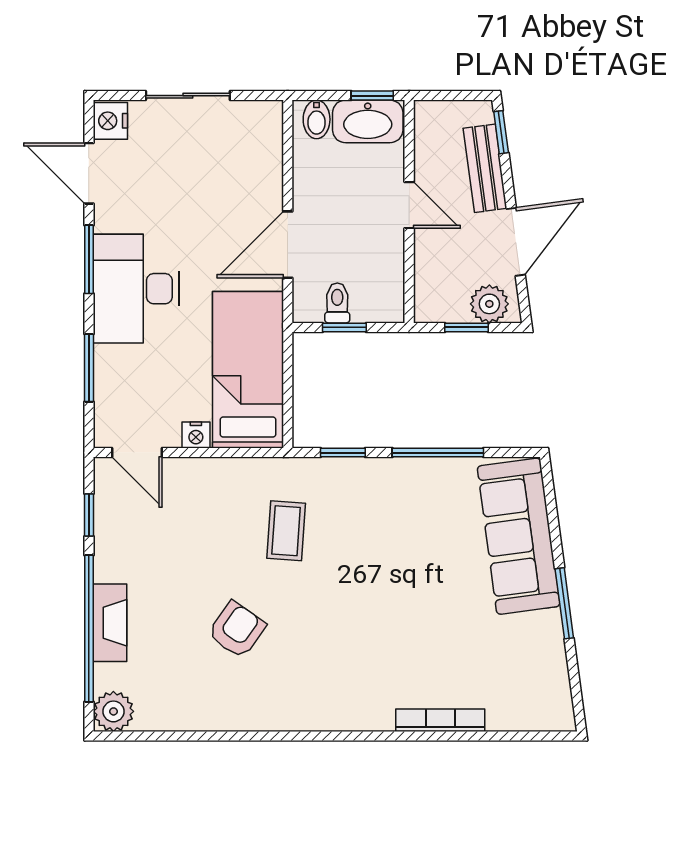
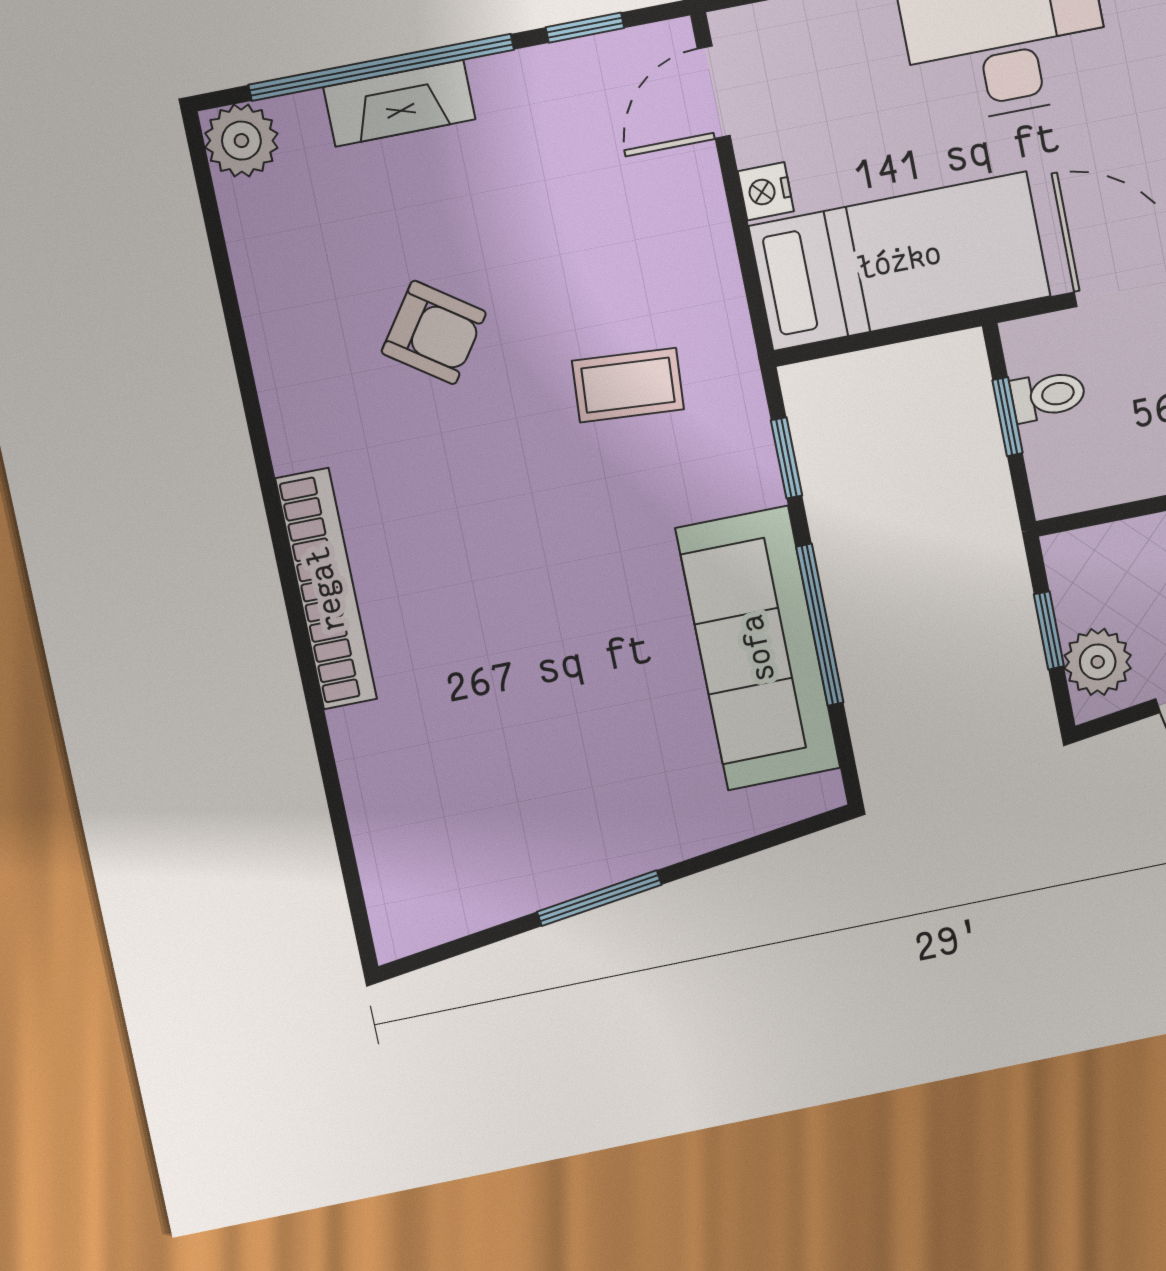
sofa: (519, 536) -> (758, 648), moved, turned -82
bookcase: (440, 720) -> (326, 589), moved, width x1.48, depth x1.31

